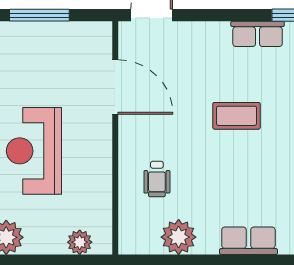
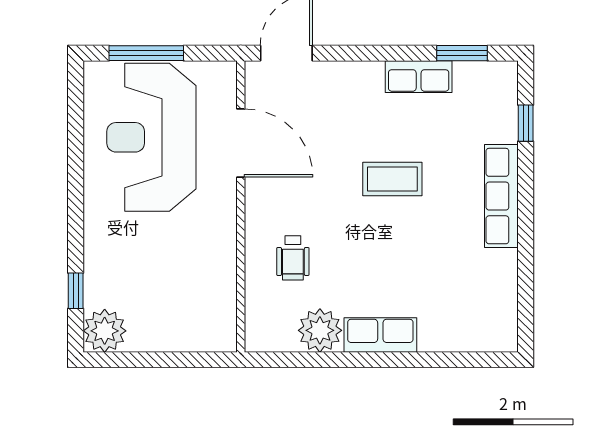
reception desk: (34, 151) -> (151, 137), moved, width x1.36, depth x1.30
row of seats: (248, 241) -> (380, 335), moved
plant: (80, 242) -> (196, 337), removed

